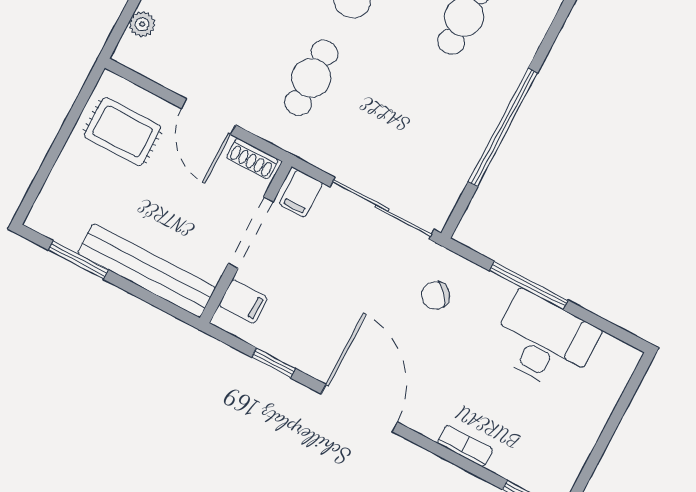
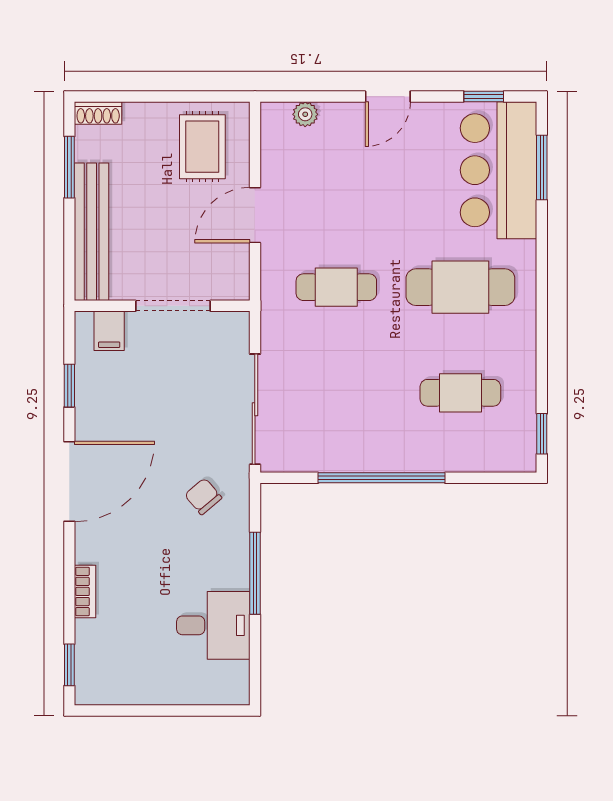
shoe rack: (252, 159) -> (98, 113), moved, turned -90
filing cabinet: (301, 193) -> (230, 331), removed
desk: (544, 341) -> (213, 625), width x0.73

